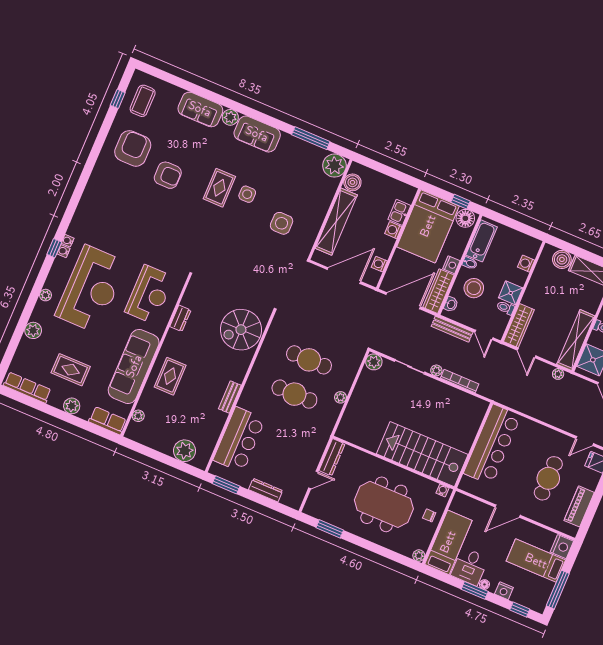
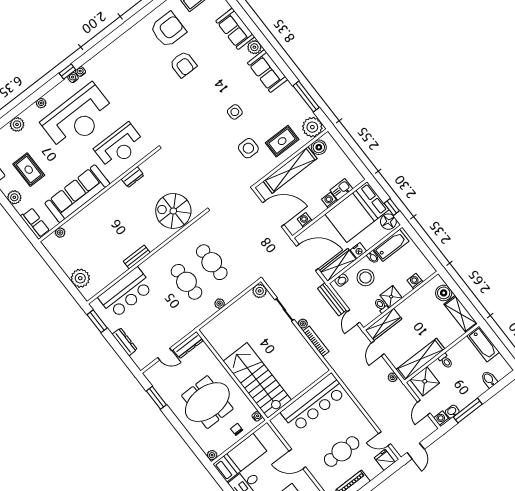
rug: (219, 188) -> (282, 141), moved
rug: (170, 376) -> (101, 216), removed
meeting table: (384, 504) -> (207, 402), turned 90

